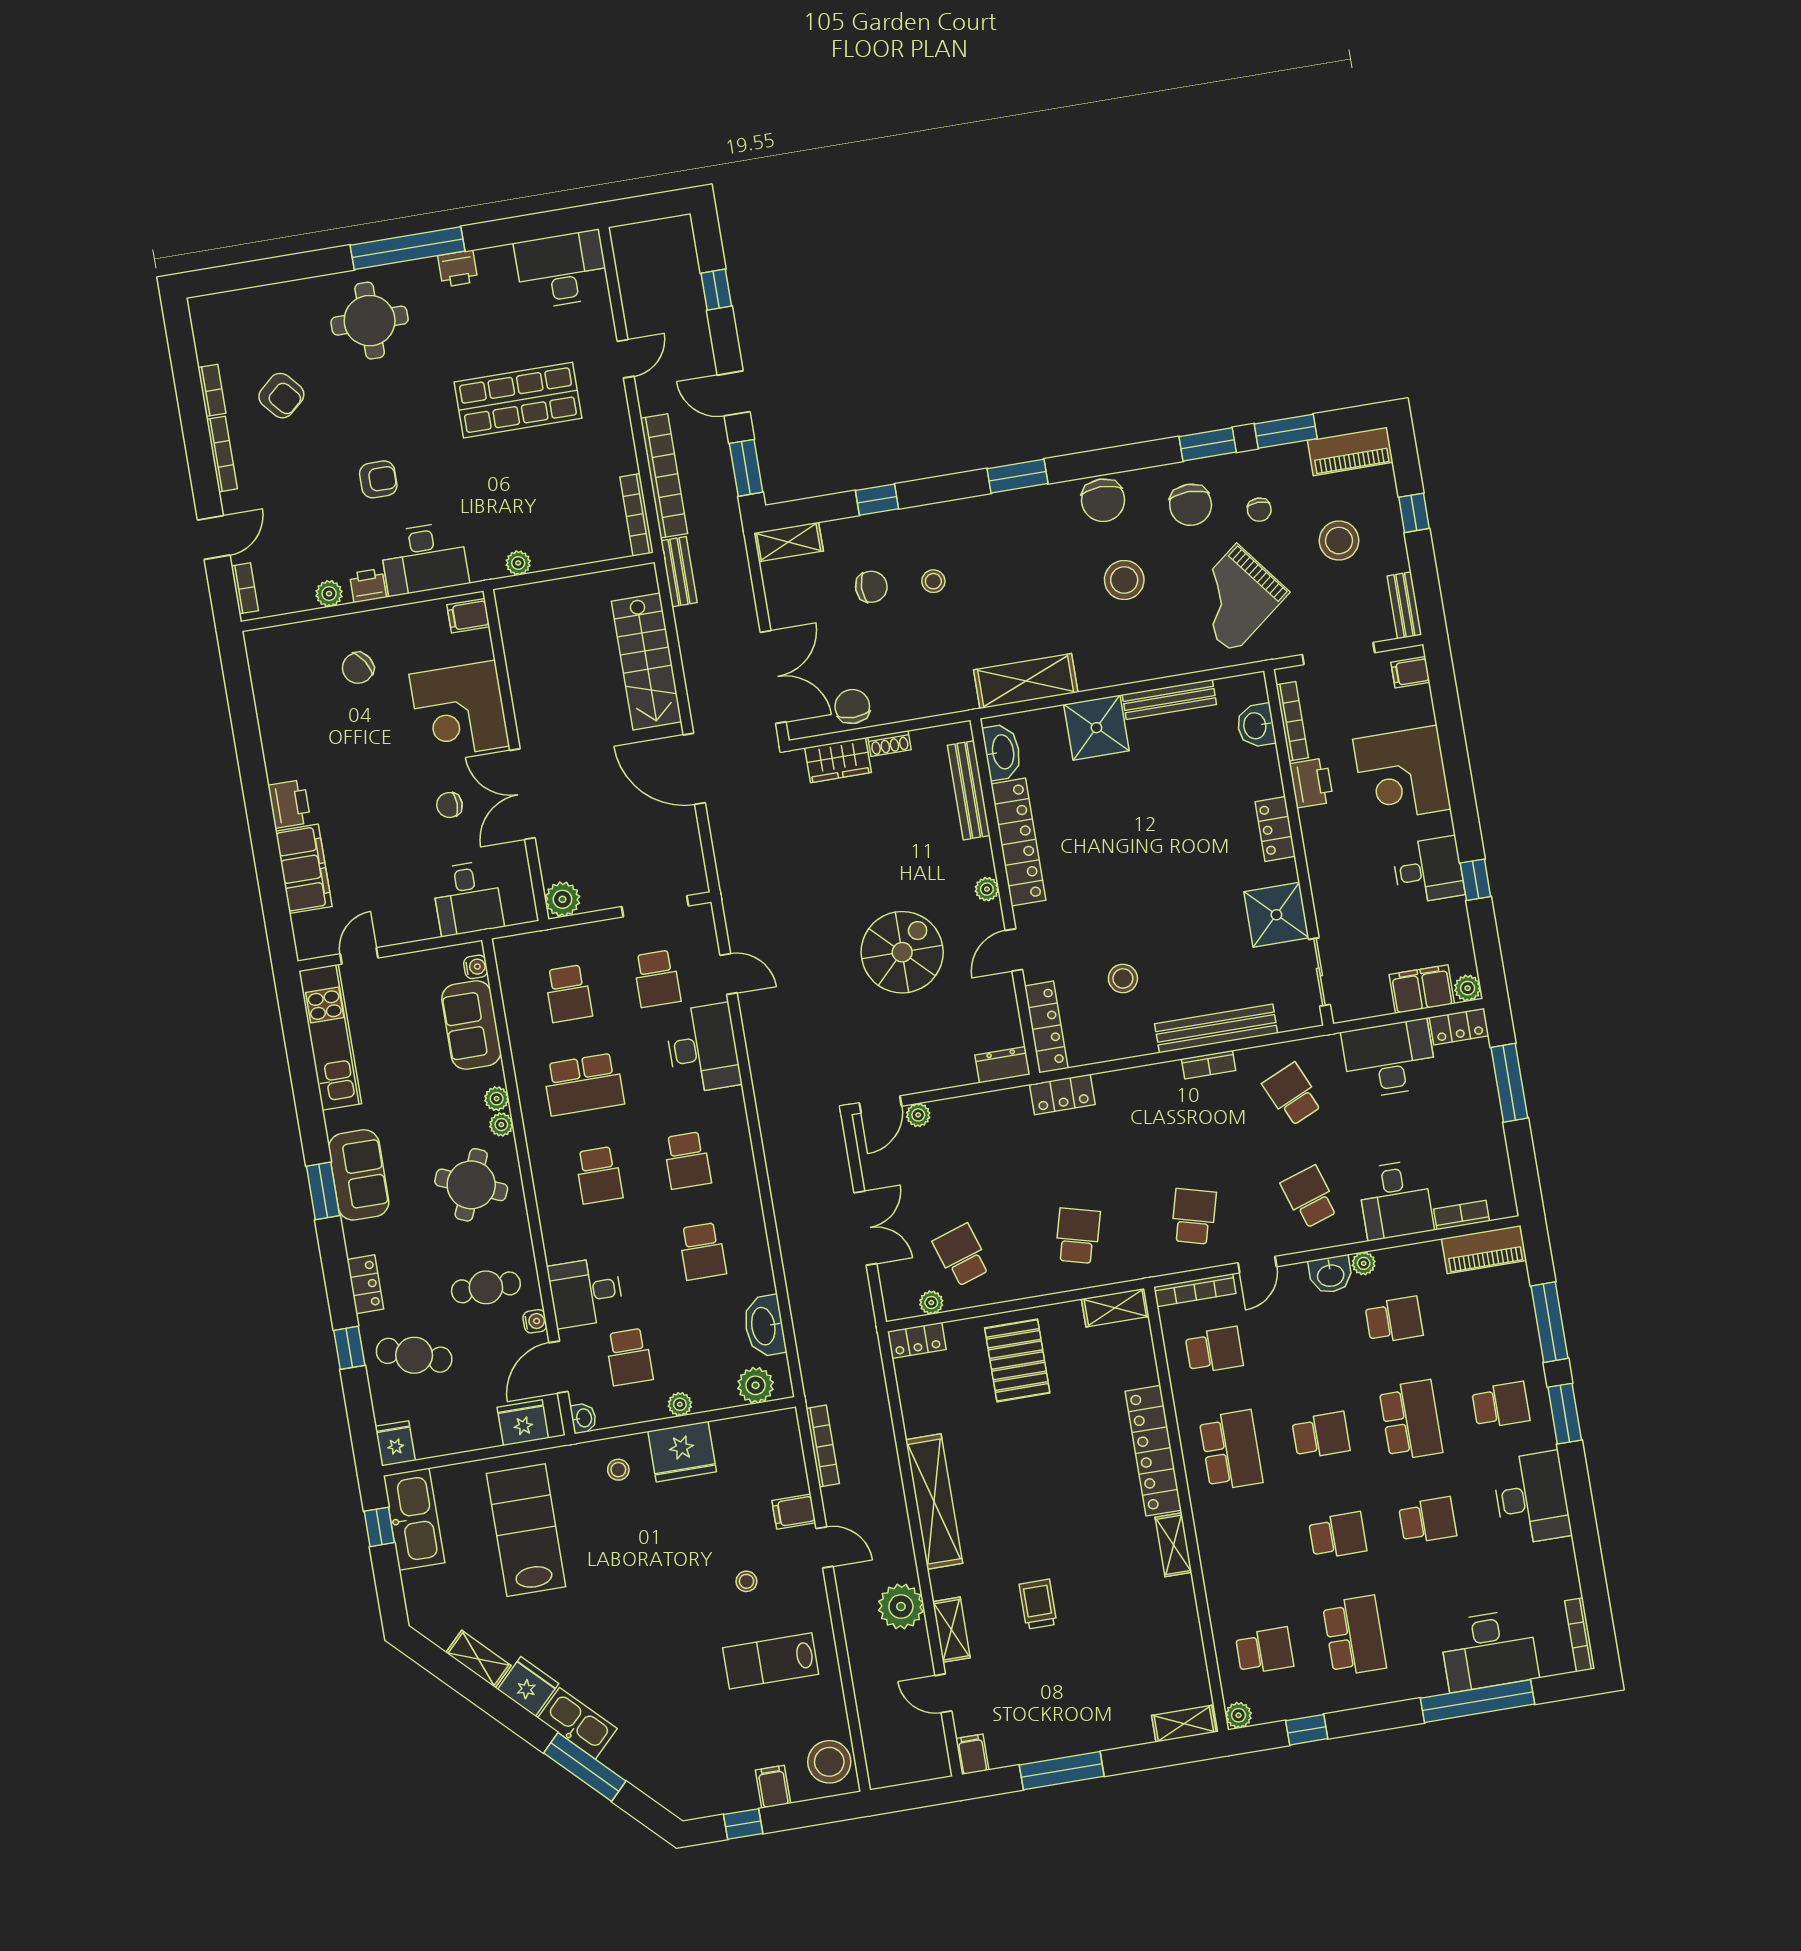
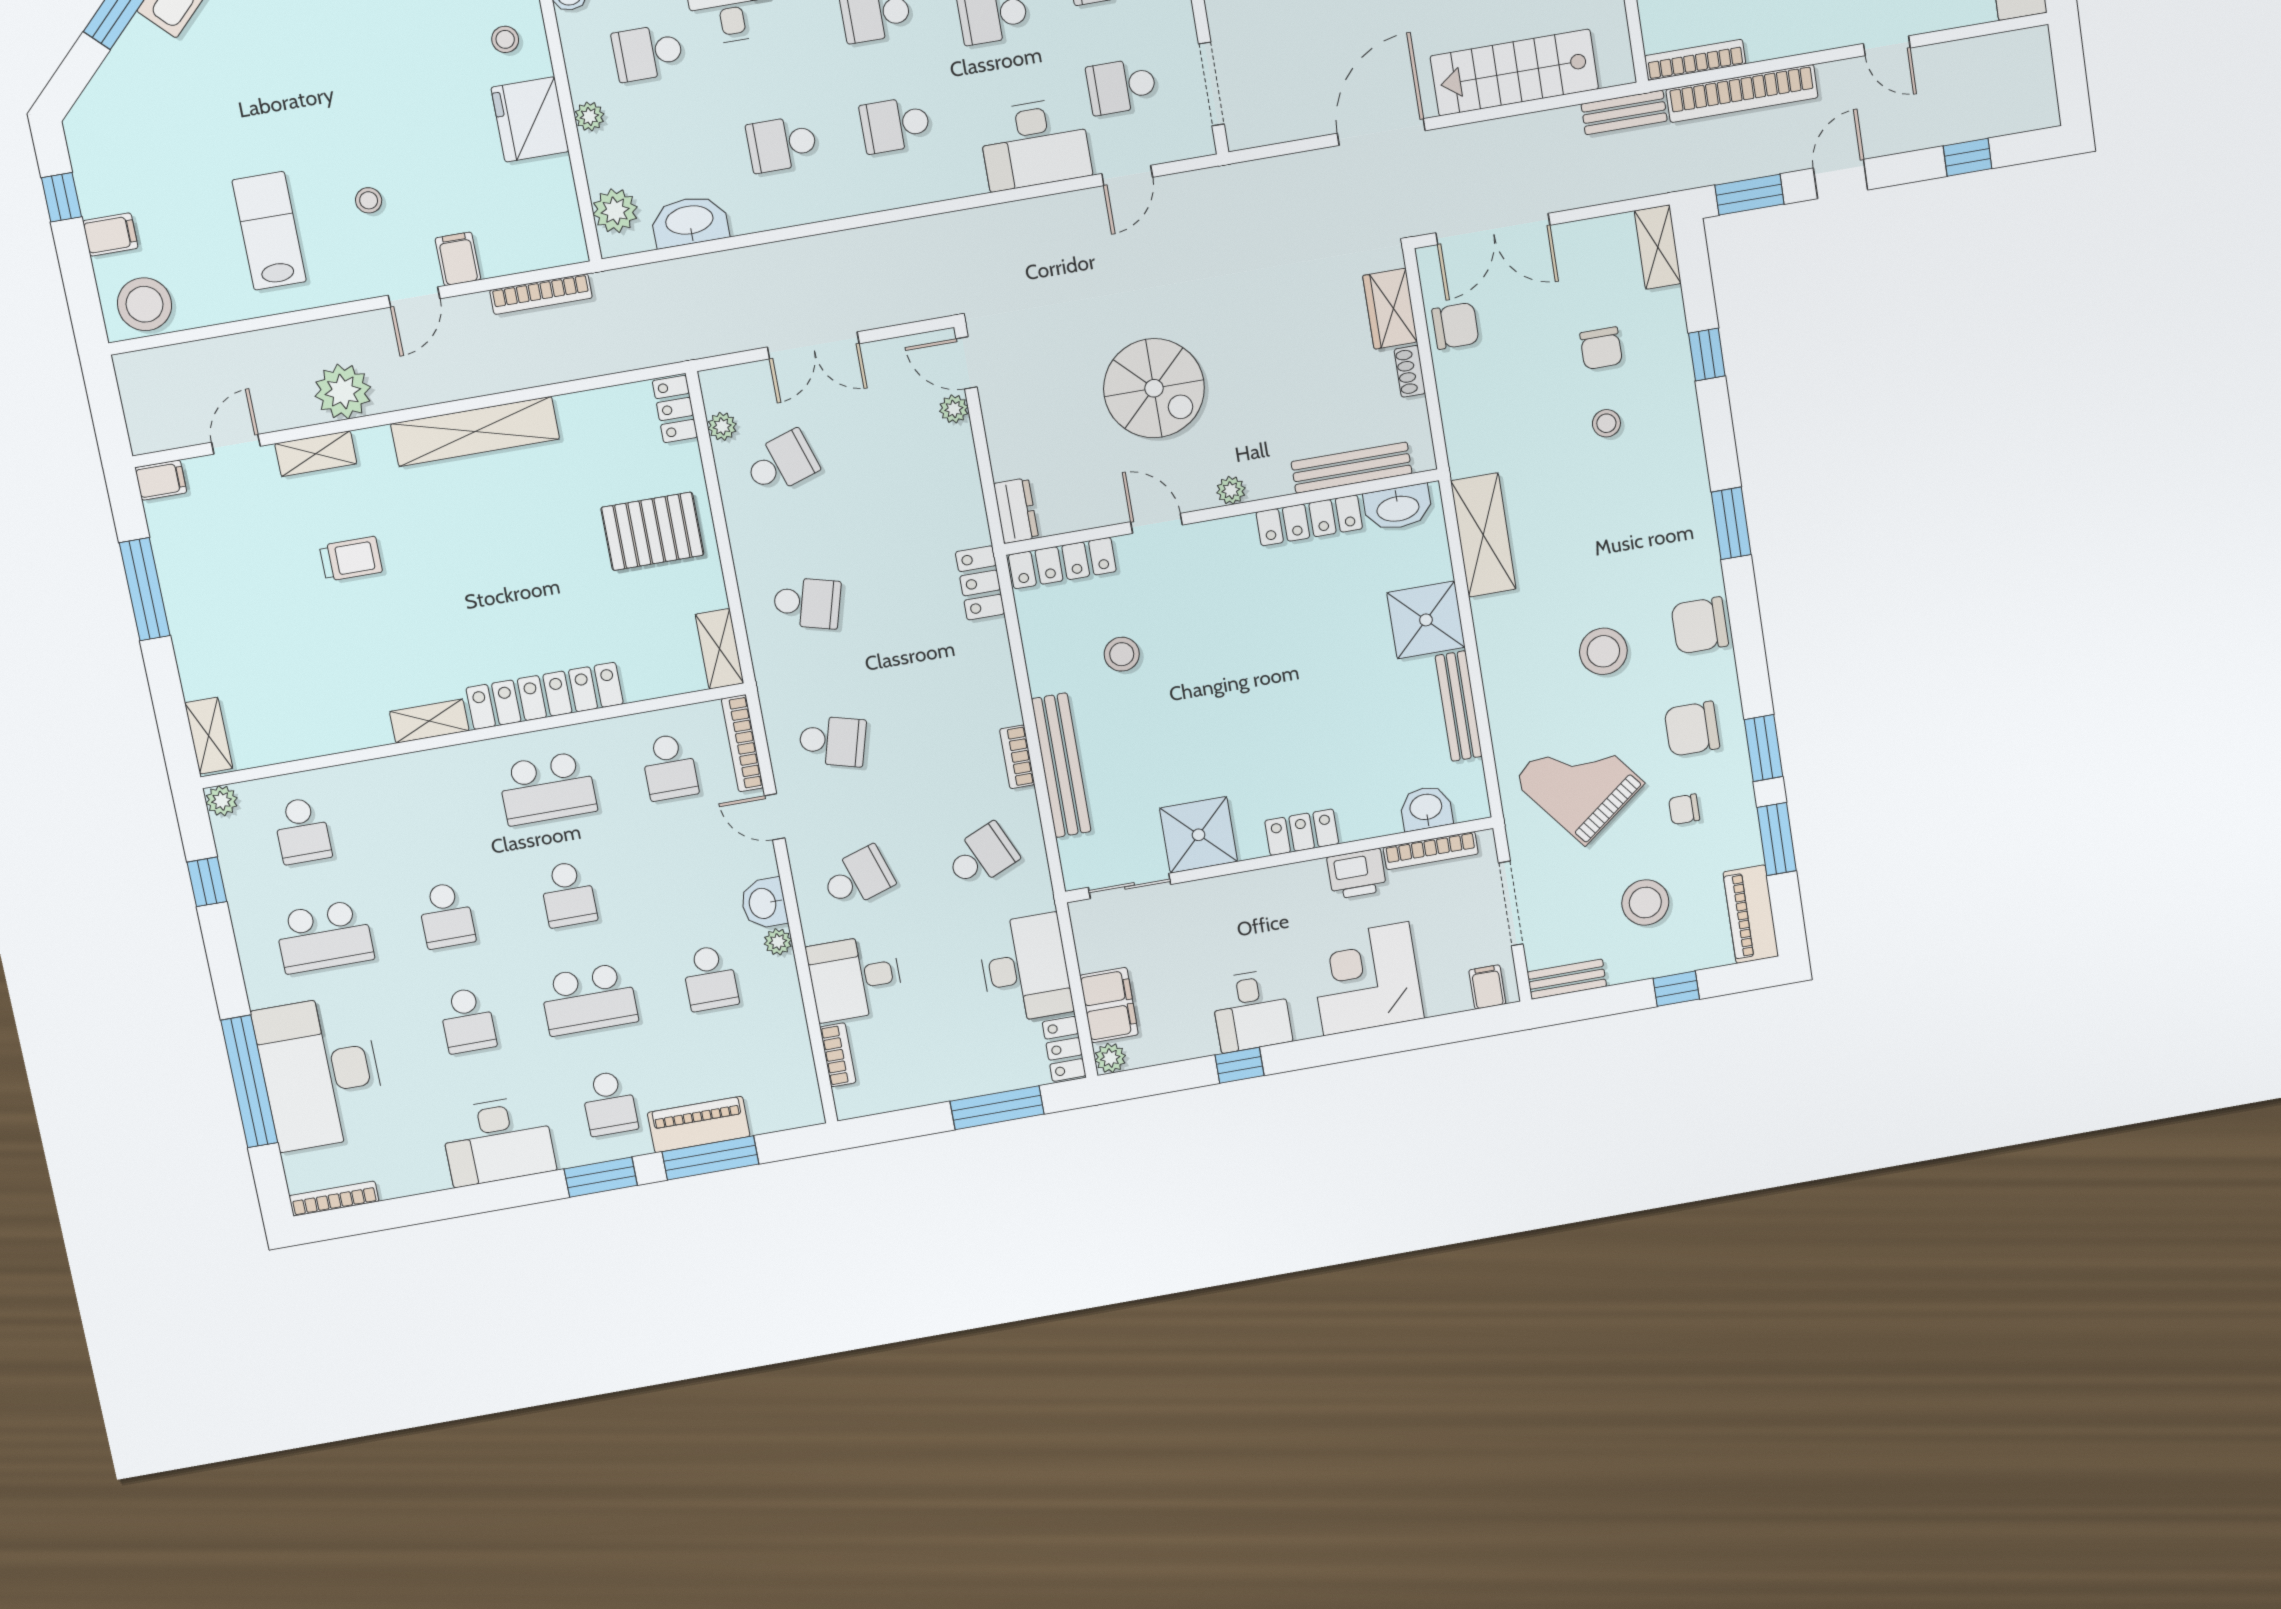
locker: (1018, 842) -> (1309, 520), width x0.71, depth x0.83
piano: (1484, 1250) -> (699, 1125), moved, turned 90
desk: (1489, 1650) -> (320, 1073), width x1.36, depth x1.30

